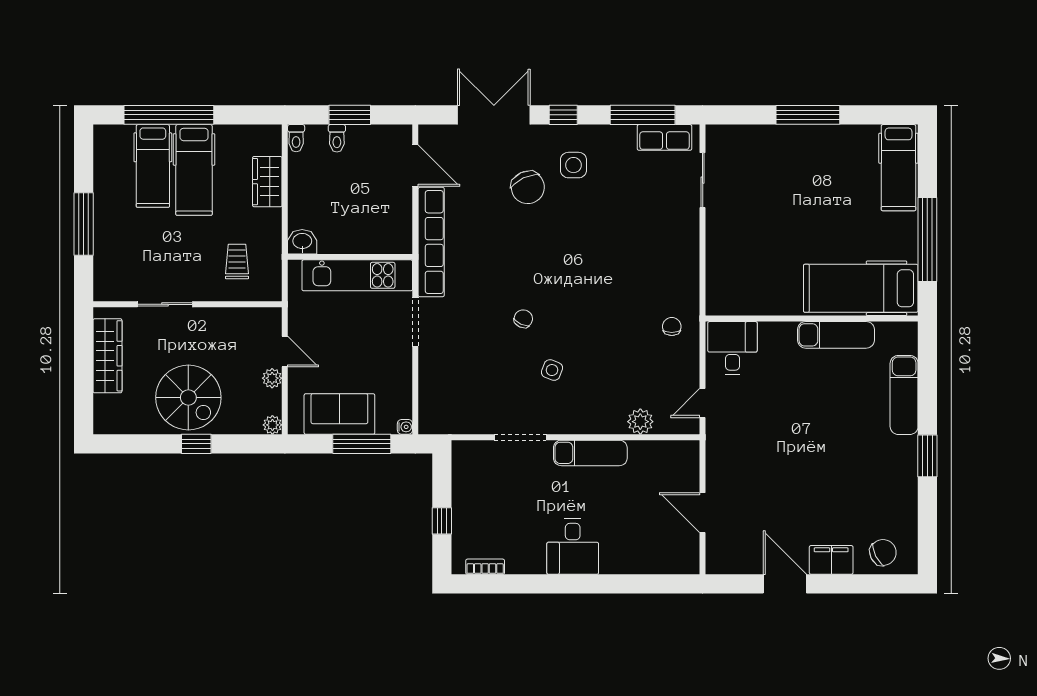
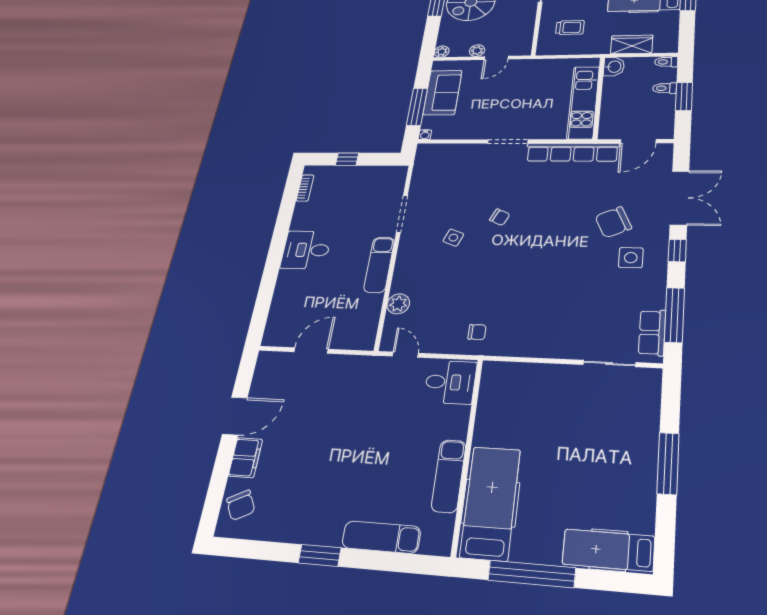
washbasin: (302, 242) -> (614, 67), moved
wall: (350, 257) -> (599, 98), moved
kitchen unit: (357, 275) -> (583, 102), moved

